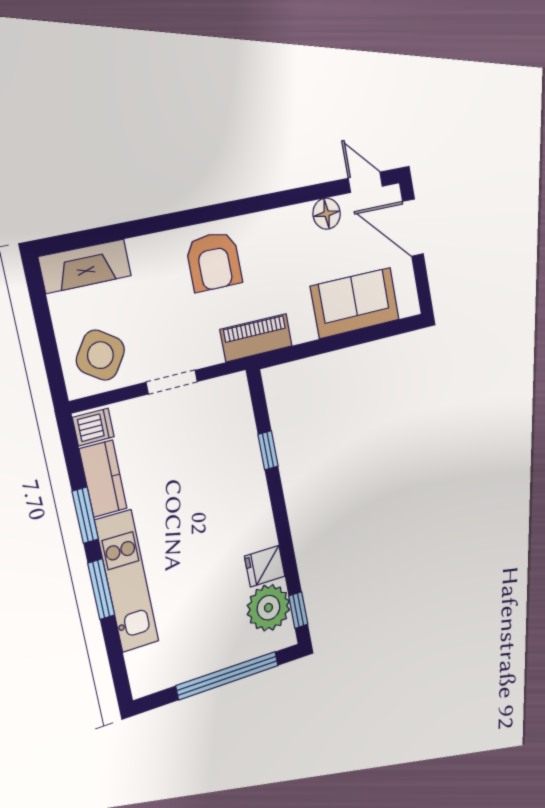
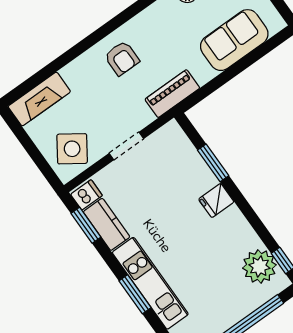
armchair: (214, 261) -> (122, 58), width x0.72, depth x0.72
window: (268, 450) -> (213, 163), width x1.50
window: (85, 515) -> (86, 225), moved
fridge: (265, 566) -> (216, 201), moved

